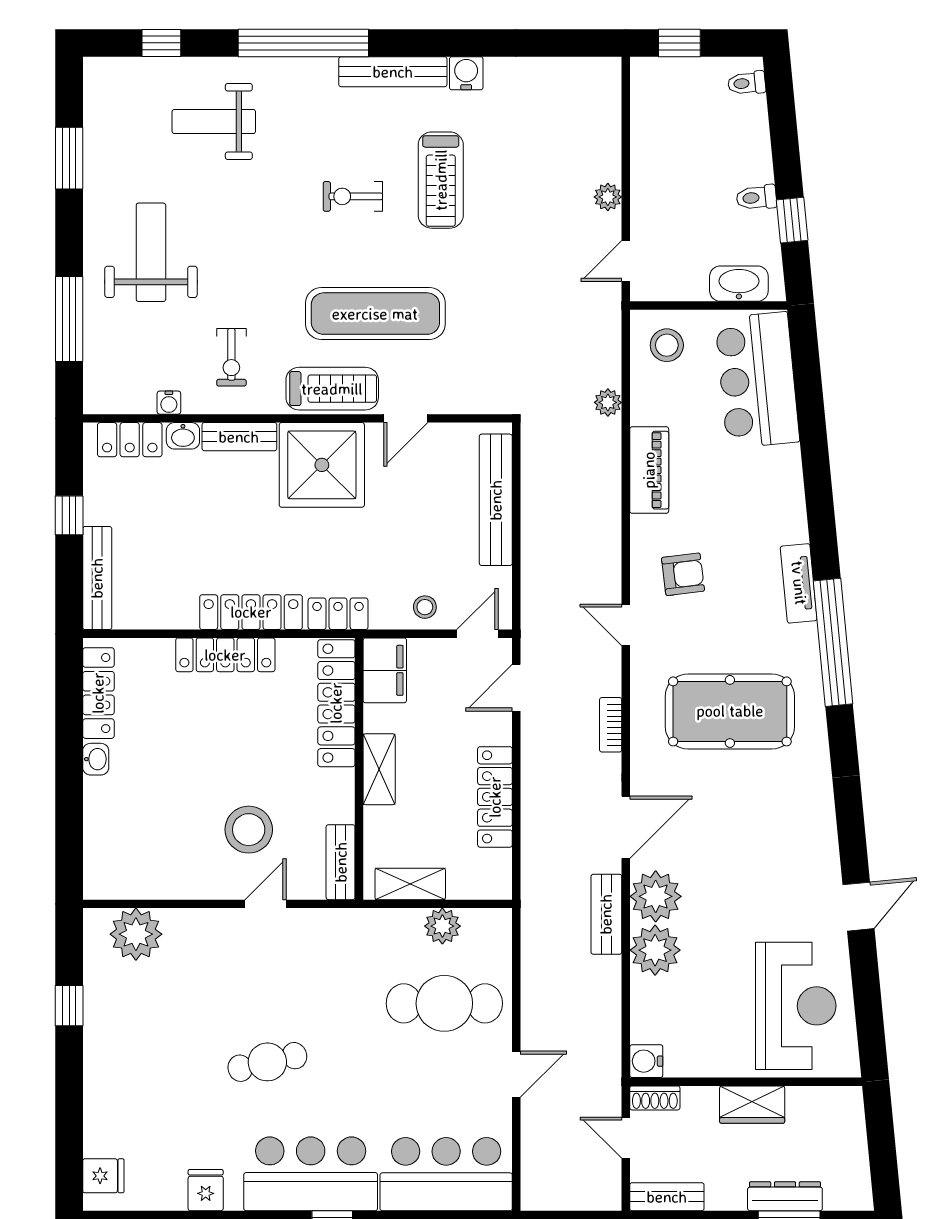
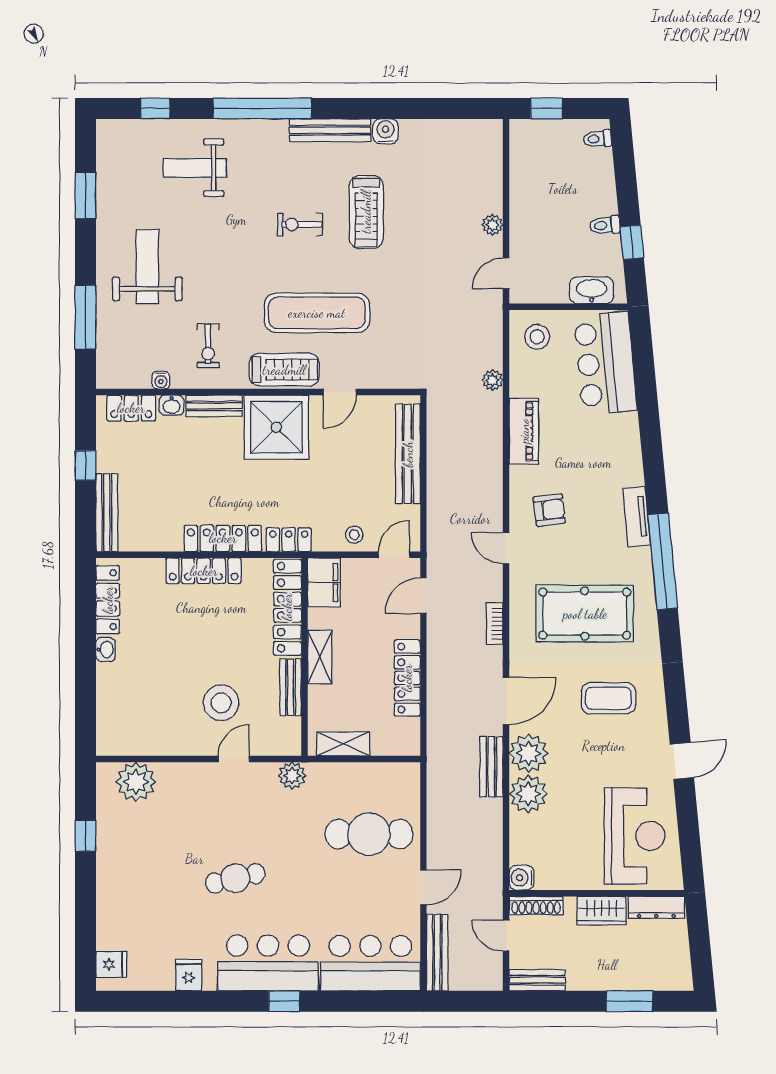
coffee table: (761, 824) -> (608, 698), added
bench: (341, 862) -> (291, 687), moved
plant: (442, 926) -> (292, 776), moved
shoe rack: (655, 1098) -> (536, 906), width x1.43
bench: (535, 1160) -> (437, 953), added
dresser: (785, 1196) -> (656, 907), moved, turned 180

